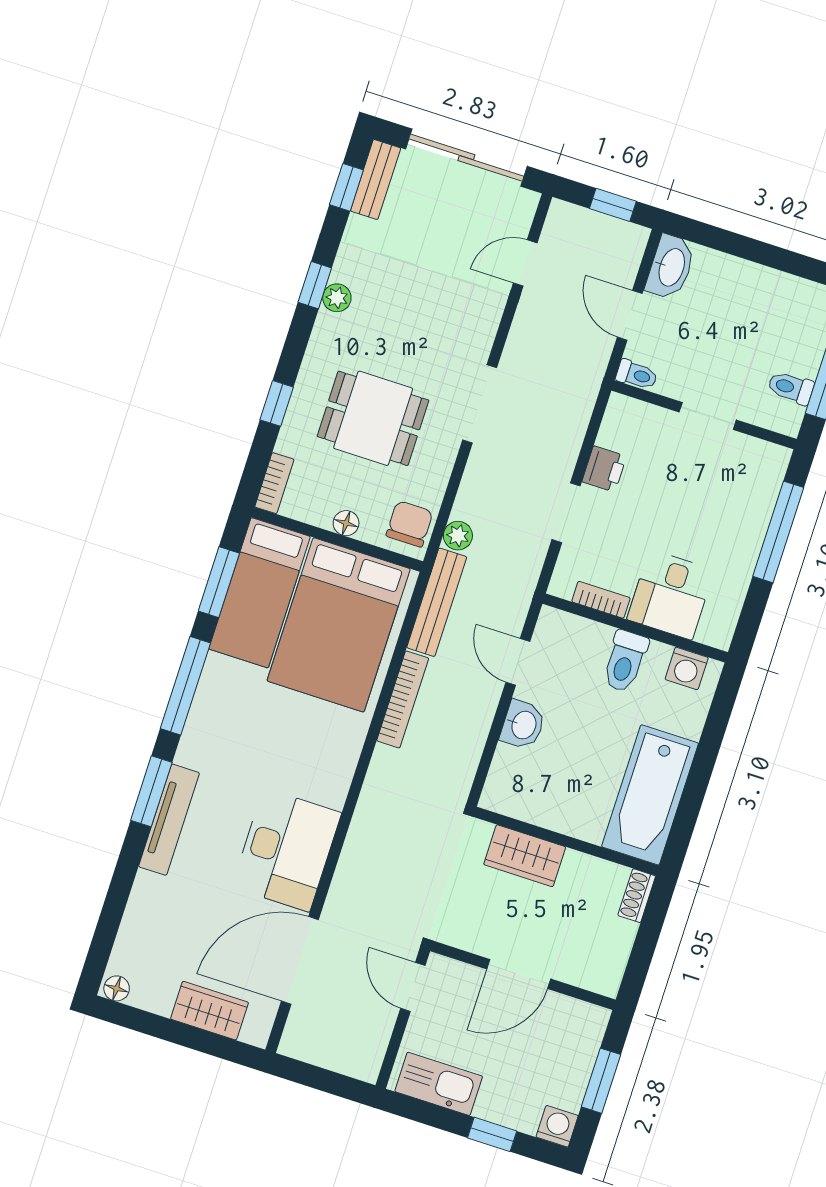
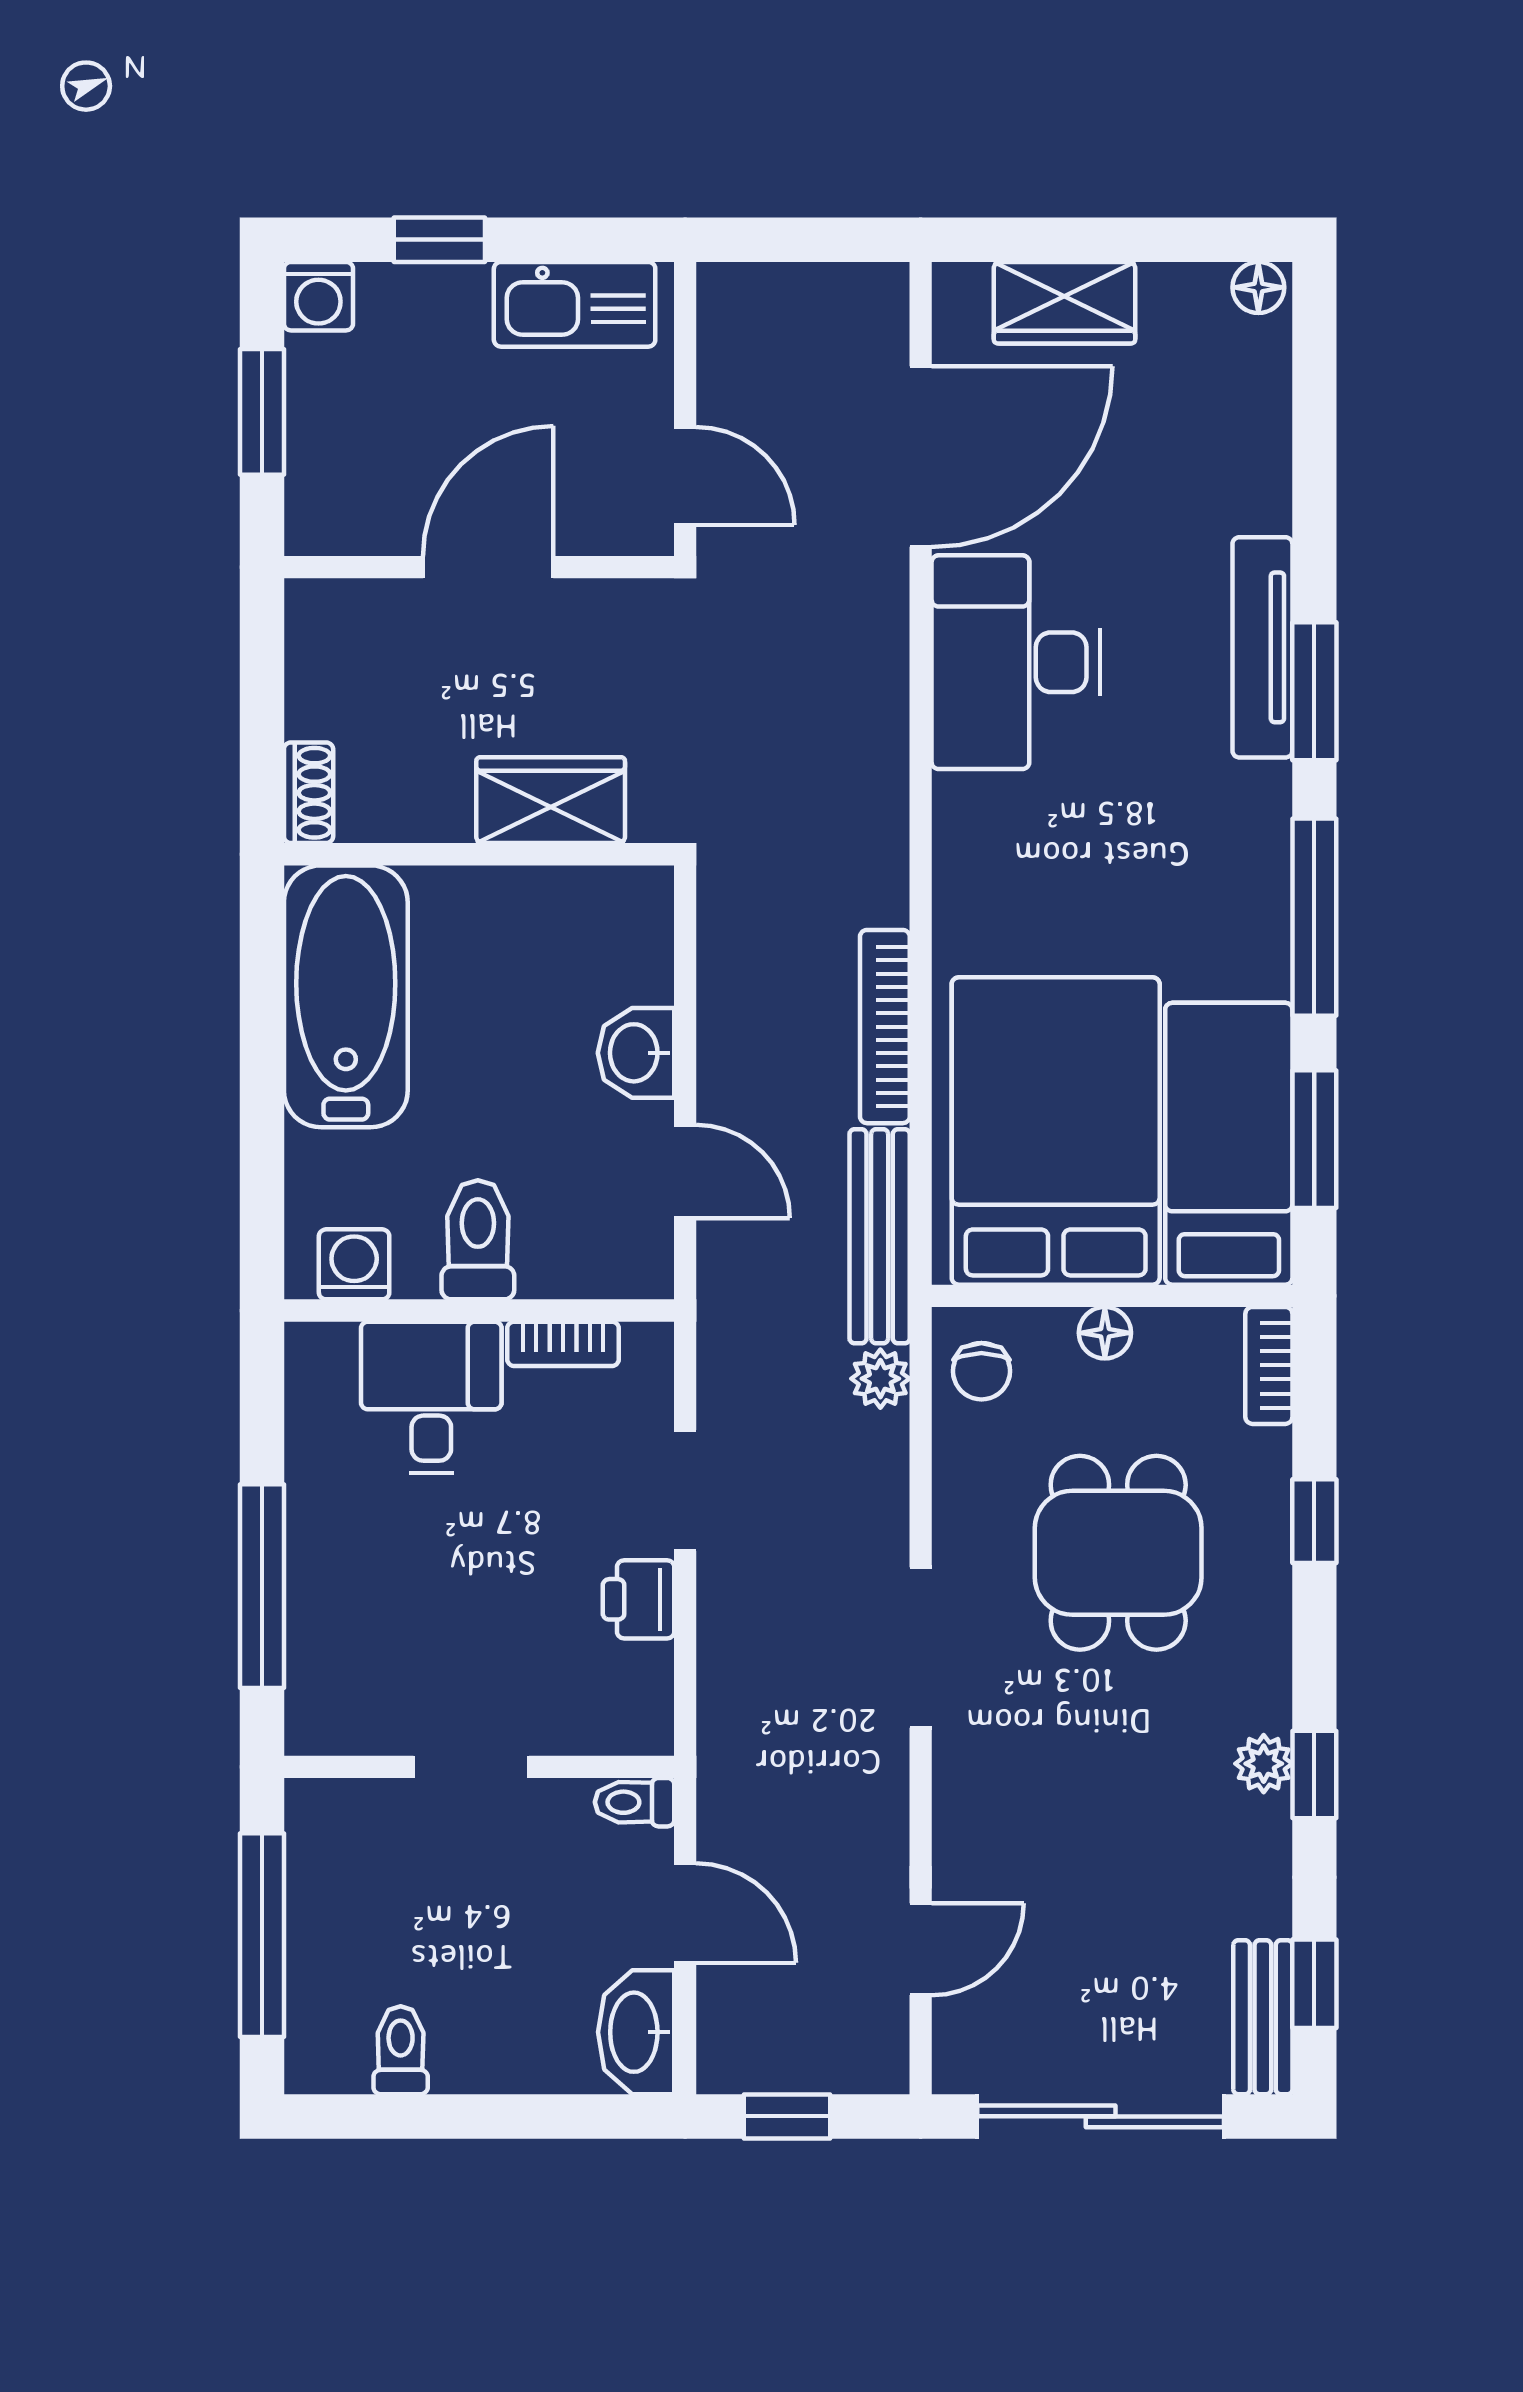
toilet: (791, 388) -> (401, 2050), moved, turned -90
dining table: (373, 418) -> (1118, 1553), turned 90
chair: (410, 524) -> (981, 1371), width x0.73, depth x0.73

